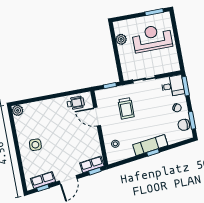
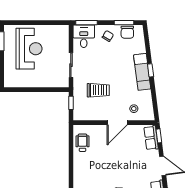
reception desk: (152, 38) -> (29, 49), turned 180
plant: (121, 39) -> (24, 82), removed
door: (97, 117) -> (117, 123), moved

